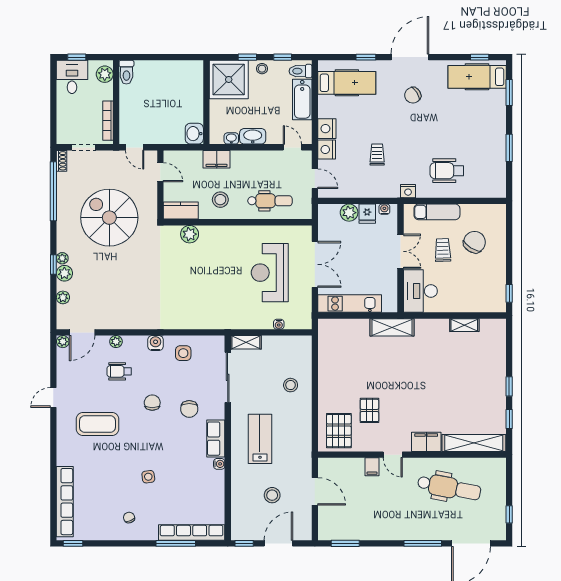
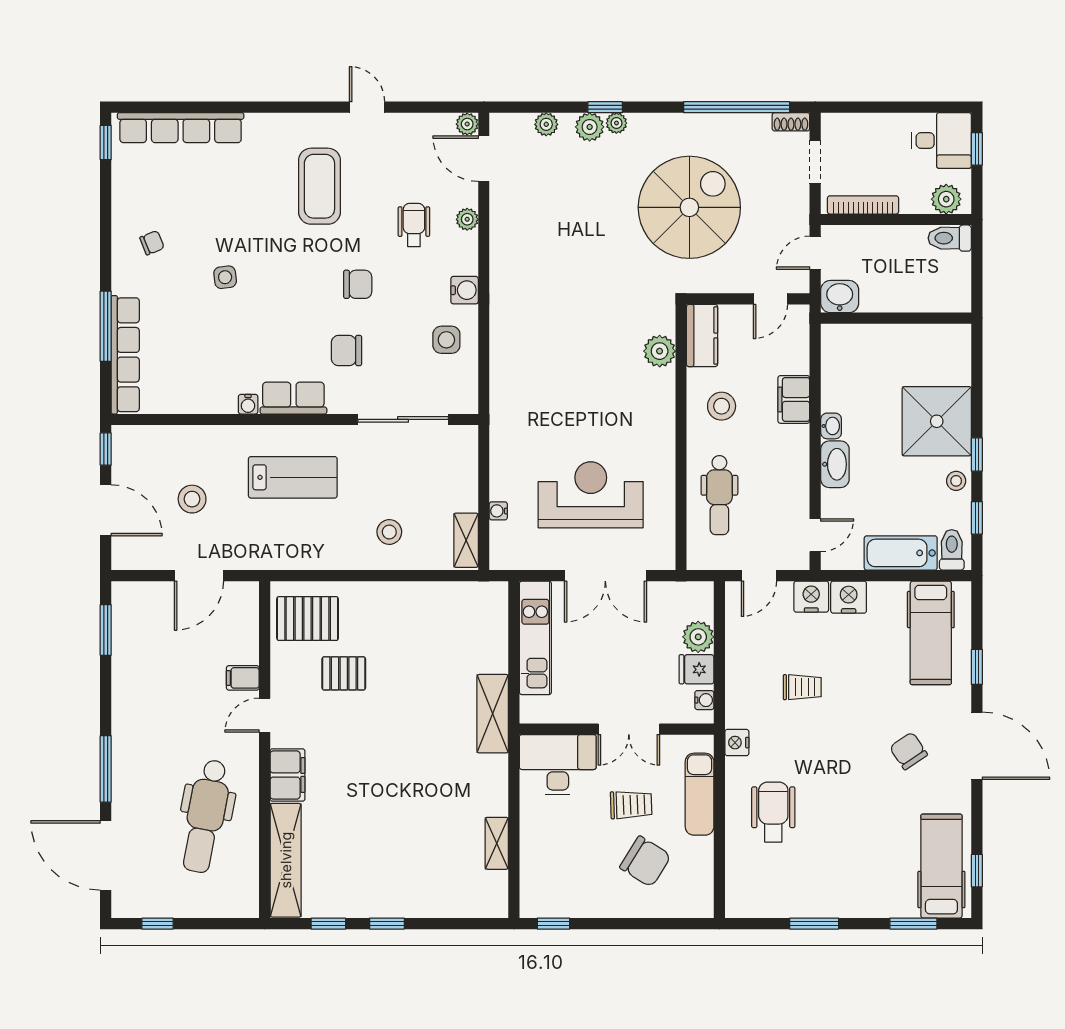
wall: (206, 102) -> (896, 318), moved
washbasin: (194, 134) -> (840, 297), moved
shelving: (246, 342) -> (466, 540), moved

